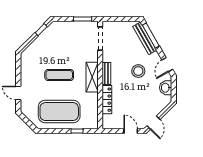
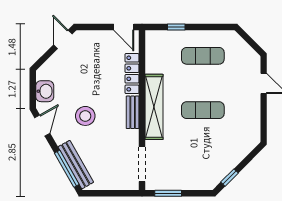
shelving: (92, 77) -> (154, 107), width x1.47
exercise mat: (59, 112) -> (203, 56), width x0.50, depth x0.69
door: (131, 131) -> (124, 27), moved

